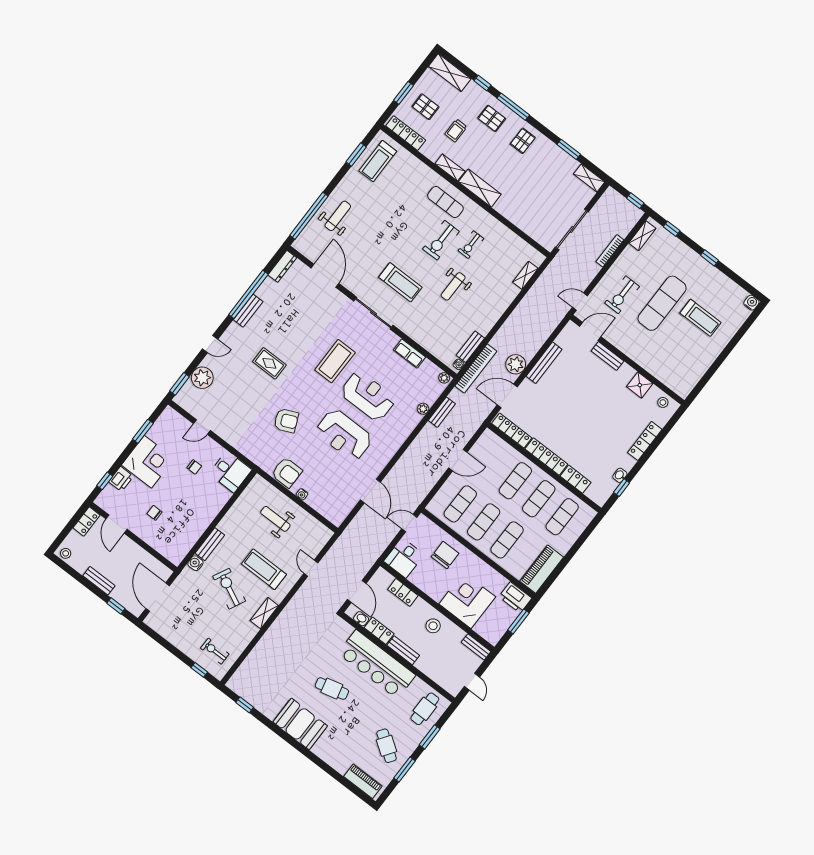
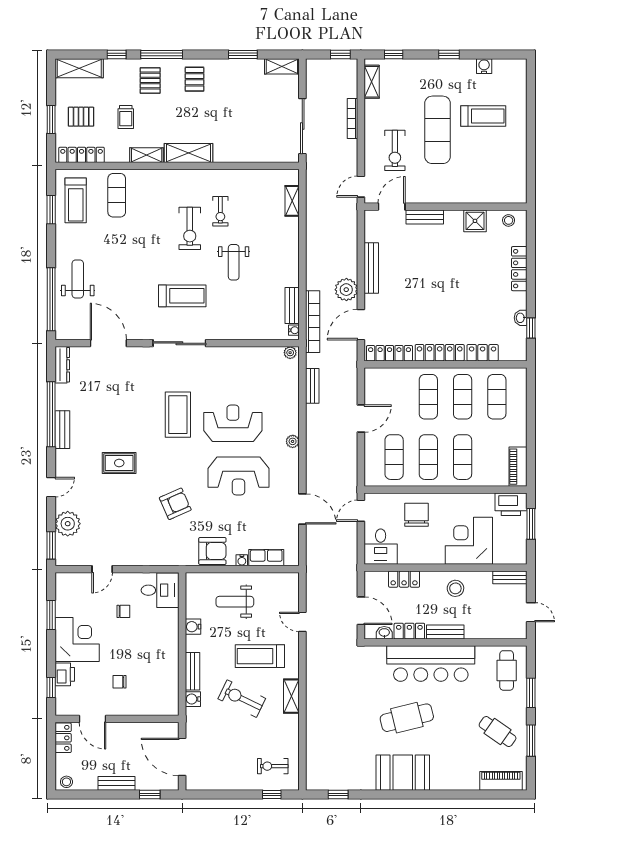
pallet: (492, 118) -> (150, 81), turned 90
exercise mat: (445, 202) -> (117, 195), moved, turned 90
water cooler: (751, 303) -> (484, 66), moved
row of seats: (410, 354) -> (266, 558), moved, turned 180
plant: (423, 409) -> (293, 441), moved
water cooler: (234, 514) -> (193, 627), added
piano: (542, 569) -> (518, 467), width x0.73, depth x0.75
cafe table: (332, 689) -> (407, 718), width x1.37, depth x1.35

